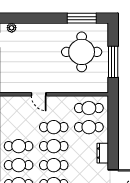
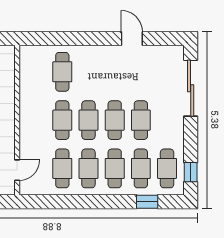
door: (39, 94) -> (17, 170), moved
cafe table: (89, 108) -> (62, 168), moved
dresser: (103, 153) -> (98, 53), removed

